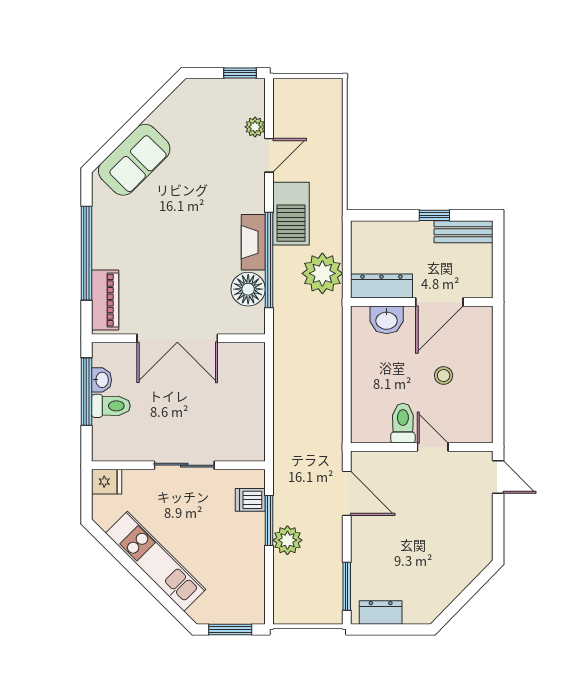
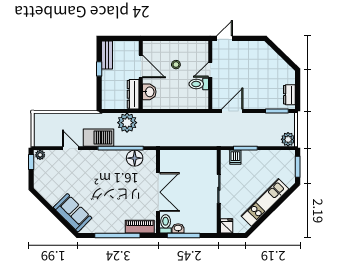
plant: (255, 127) -> (40, 155), moved
fireplace: (253, 242) -> (112, 156), removed
toilet: (111, 406) -> (166, 224), moved
plant: (287, 540) -> (288, 139), moved

